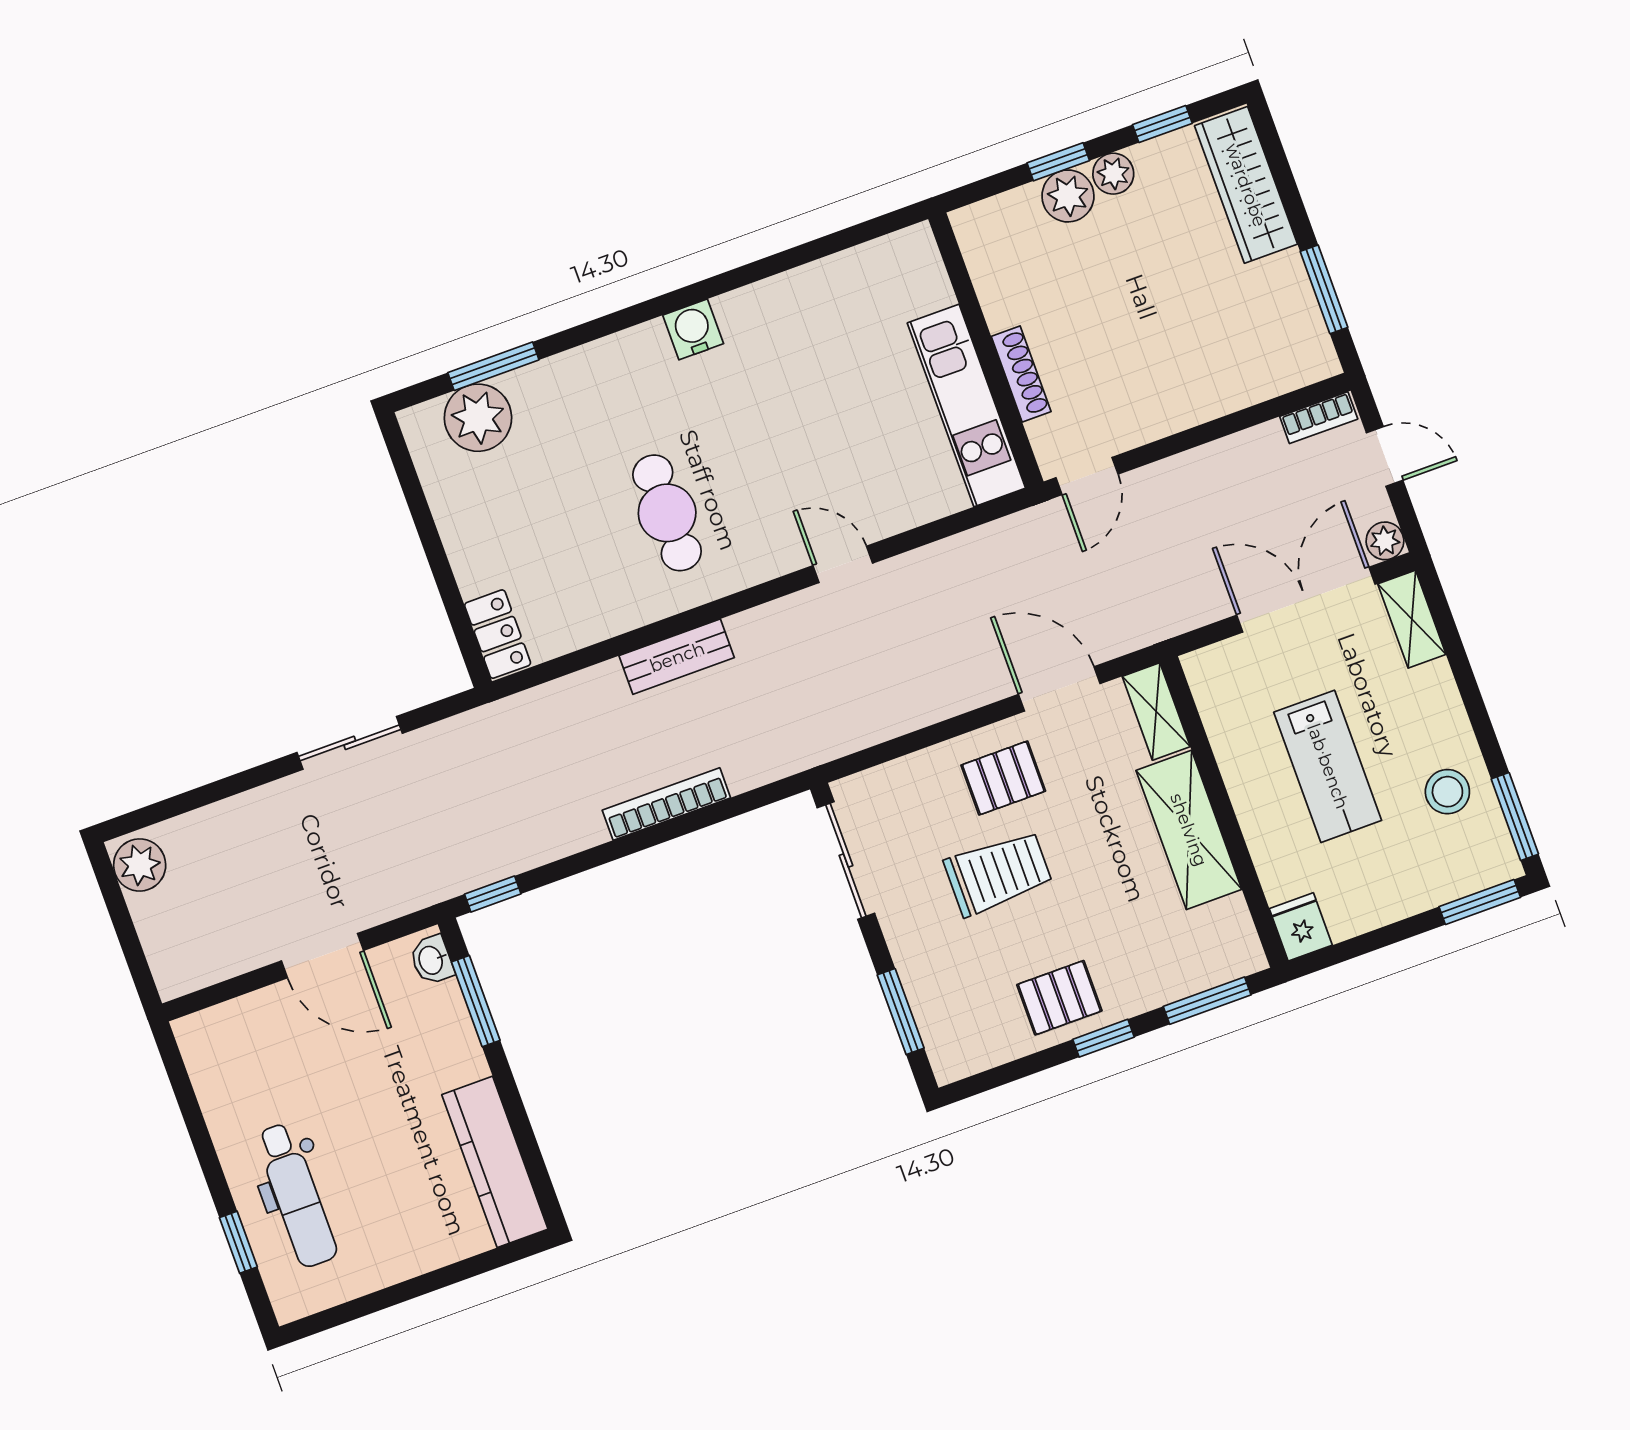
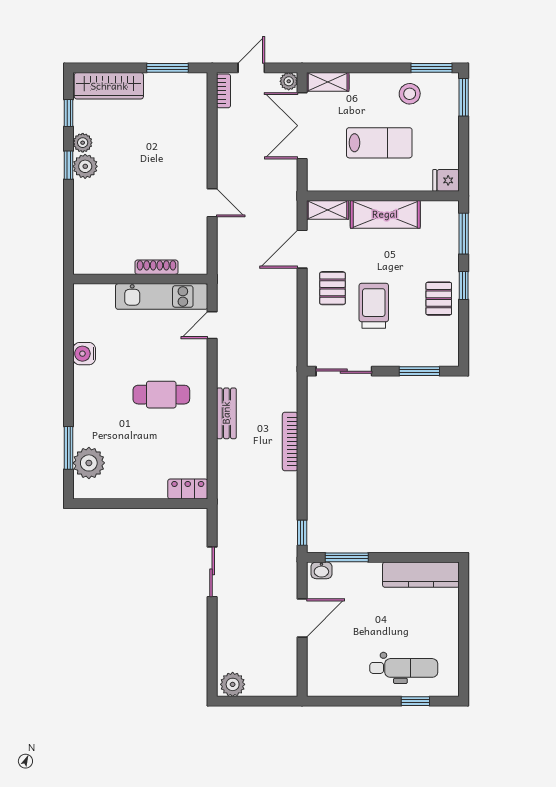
wall: (986, 350) -> (140, 279), moved
shoe rack: (1021, 374) -> (156, 267), moved
kitchen unit: (966, 405) -> (162, 296), moved

